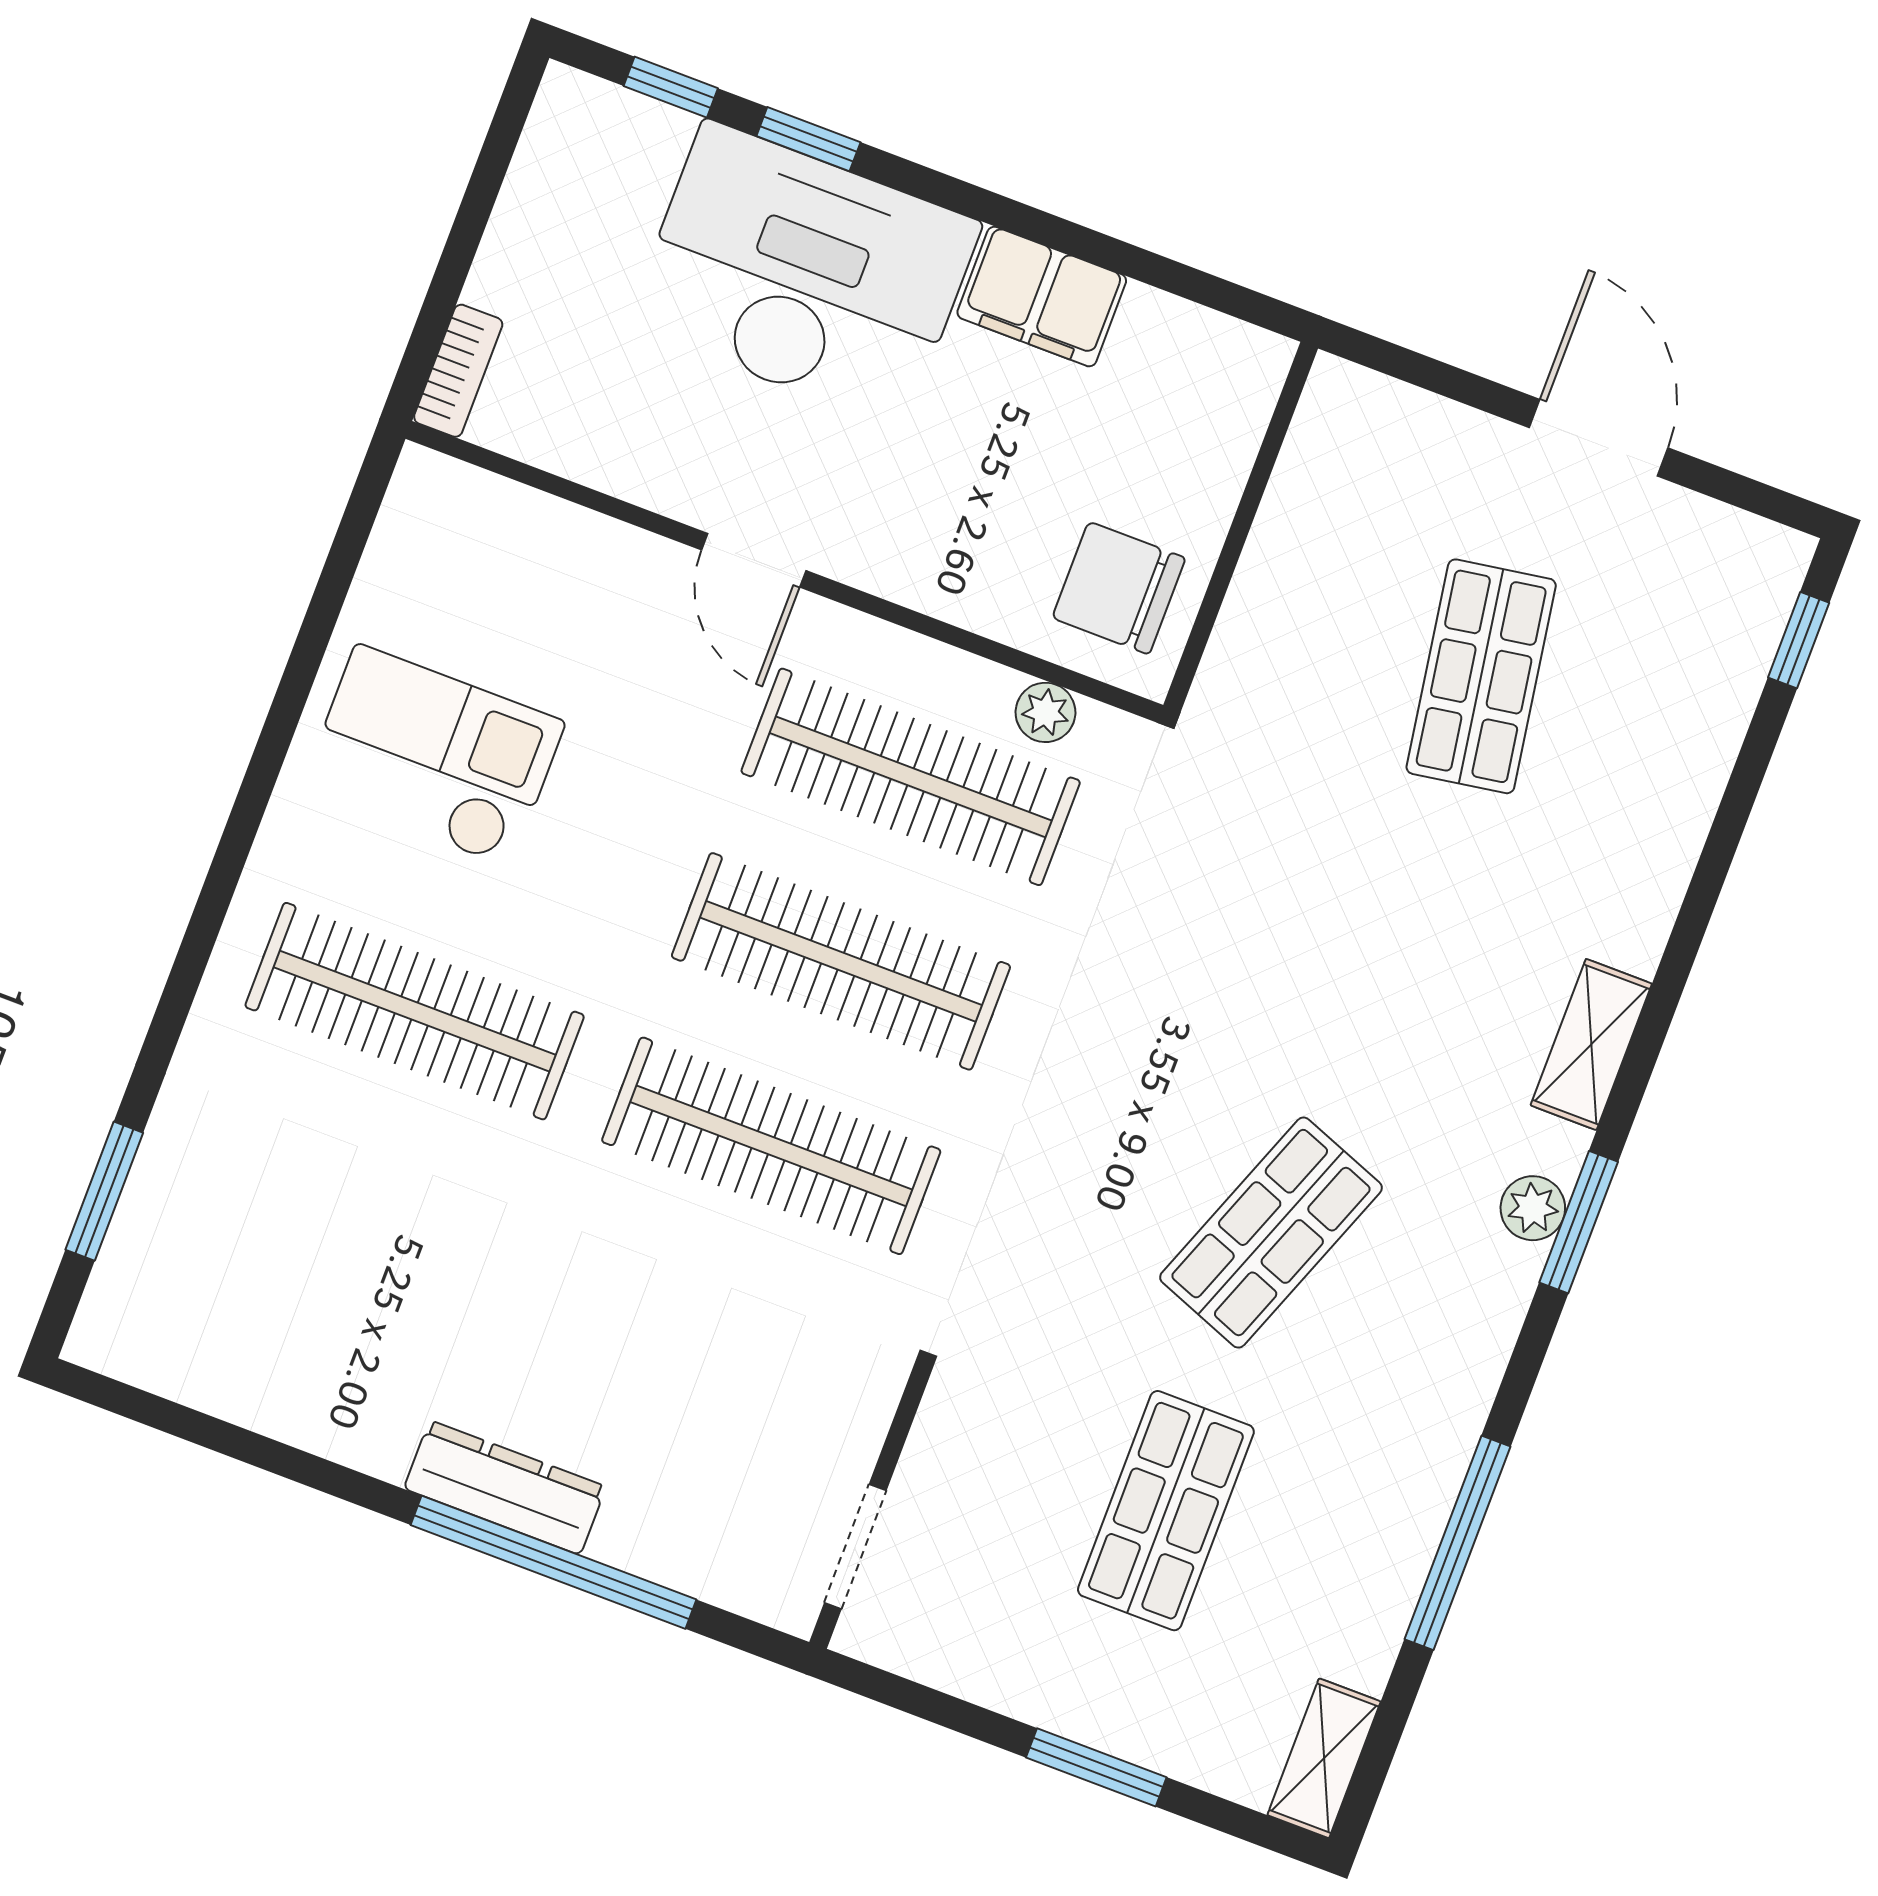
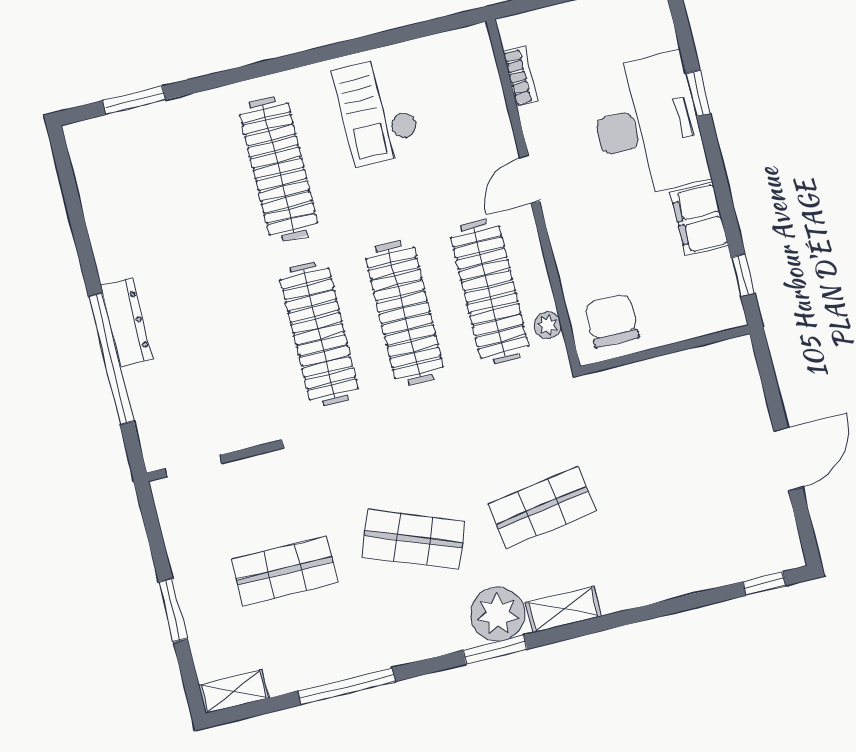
window: (671, 87) -> (743, 275), moved
bookcase: (458, 371) -> (520, 76), moved, turned -90
shop shelf: (1481, 676) -> (542, 508), moved
checkout: (433, 756) -> (377, 111), turned 180
plant: (1533, 1208) -> (498, 614), width x1.88, depth x1.88

